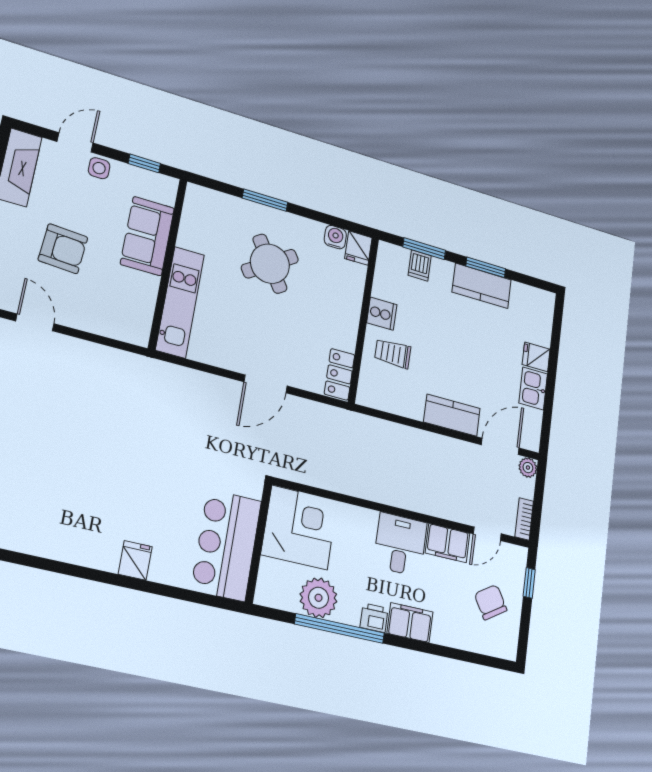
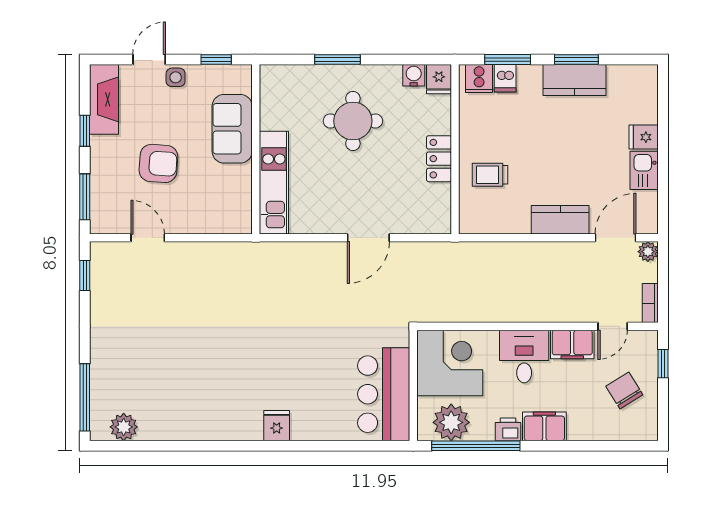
round table: (270, 264) -> (353, 121), turned 33
cooker: (382, 314) -> (479, 79), moved, turned 90
locker: (339, 374) -> (439, 159), moved
corner desk: (299, 527) -> (450, 363), moved
wall: (259, 543) -> (413, 385), moved
bar counter: (226, 545) -> (384, 394), moved

